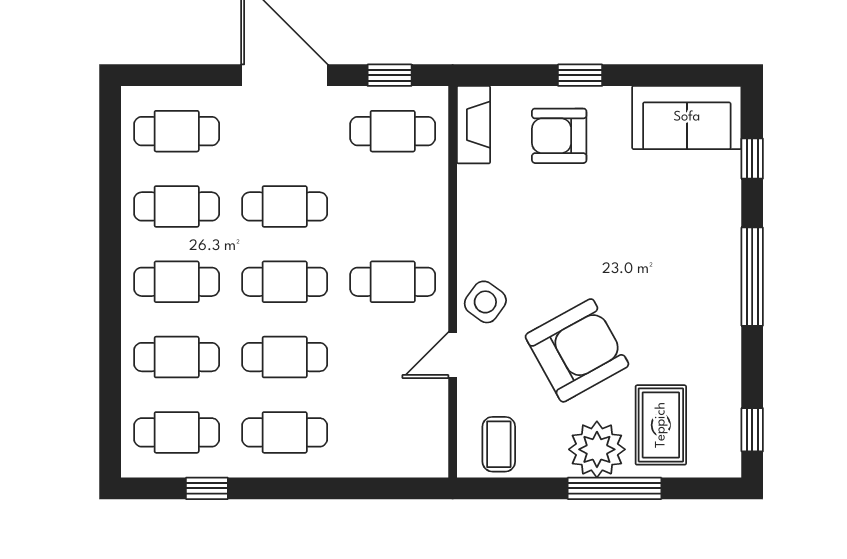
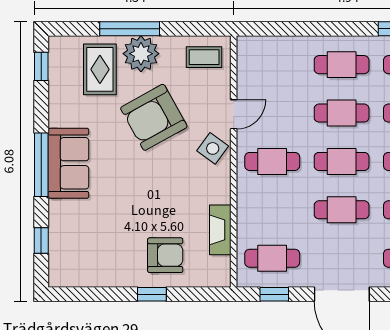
sofa: (687, 117) -> (68, 163), moved, turned 90
fireplace: (474, 125) -> (220, 230), moved
coffee table: (499, 444) -> (204, 57), turned 90

